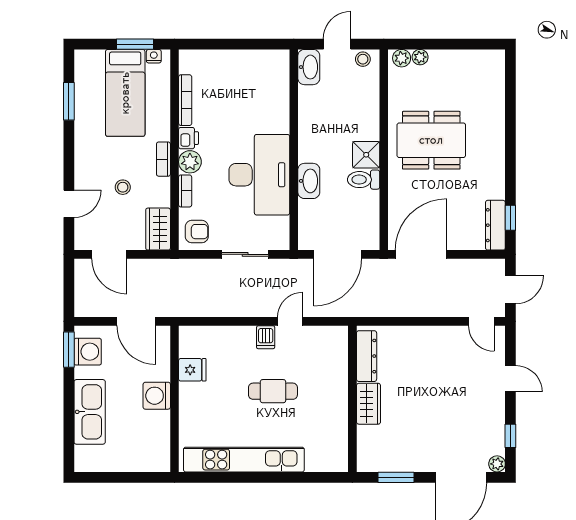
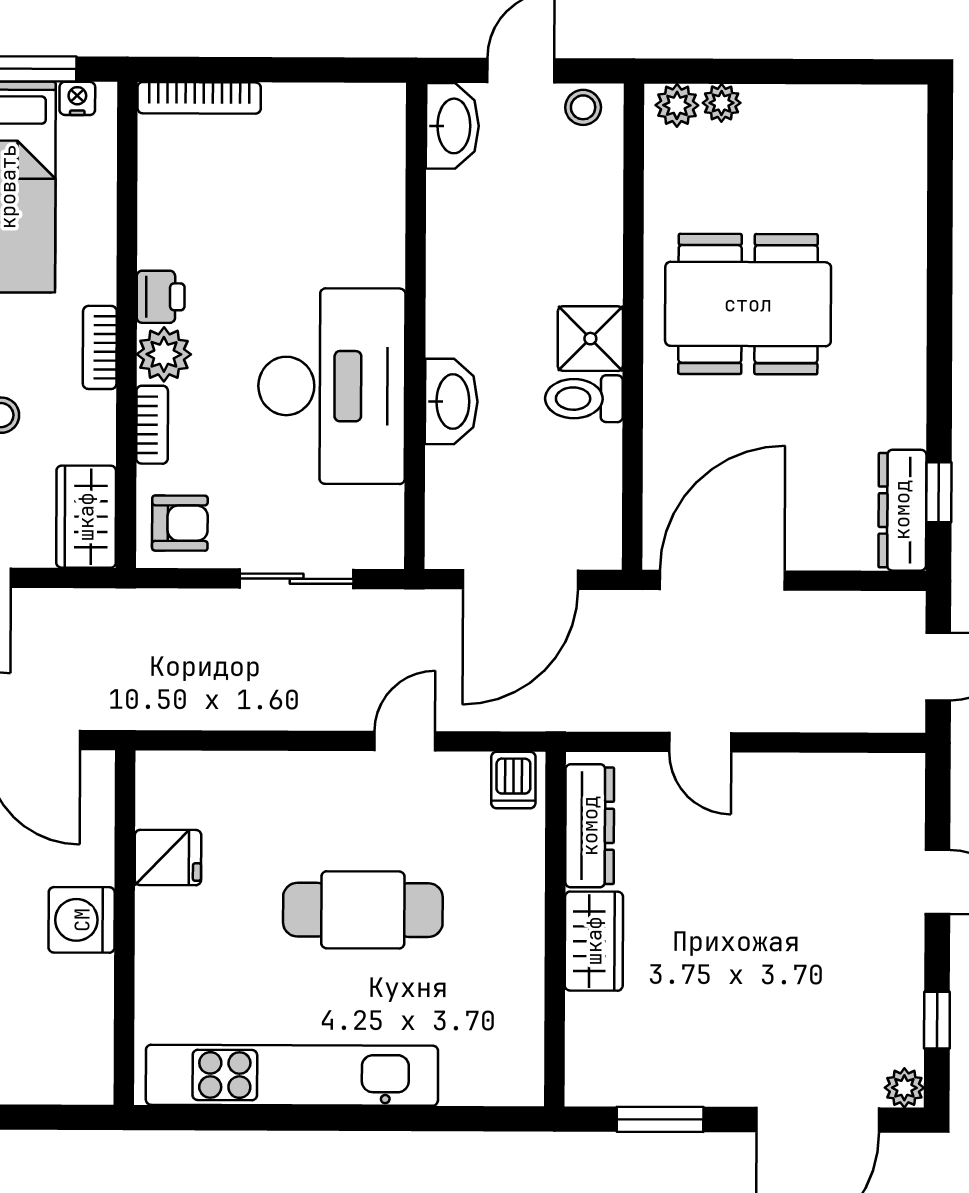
bookcase: (185, 100) -> (199, 98), moved, turned 90
door: (481, 321) -> (700, 742), moved
dishwasher: (266, 337) -> (513, 780), moved
cafe table: (273, 391) -> (363, 910), width x1.37, depth x1.35

